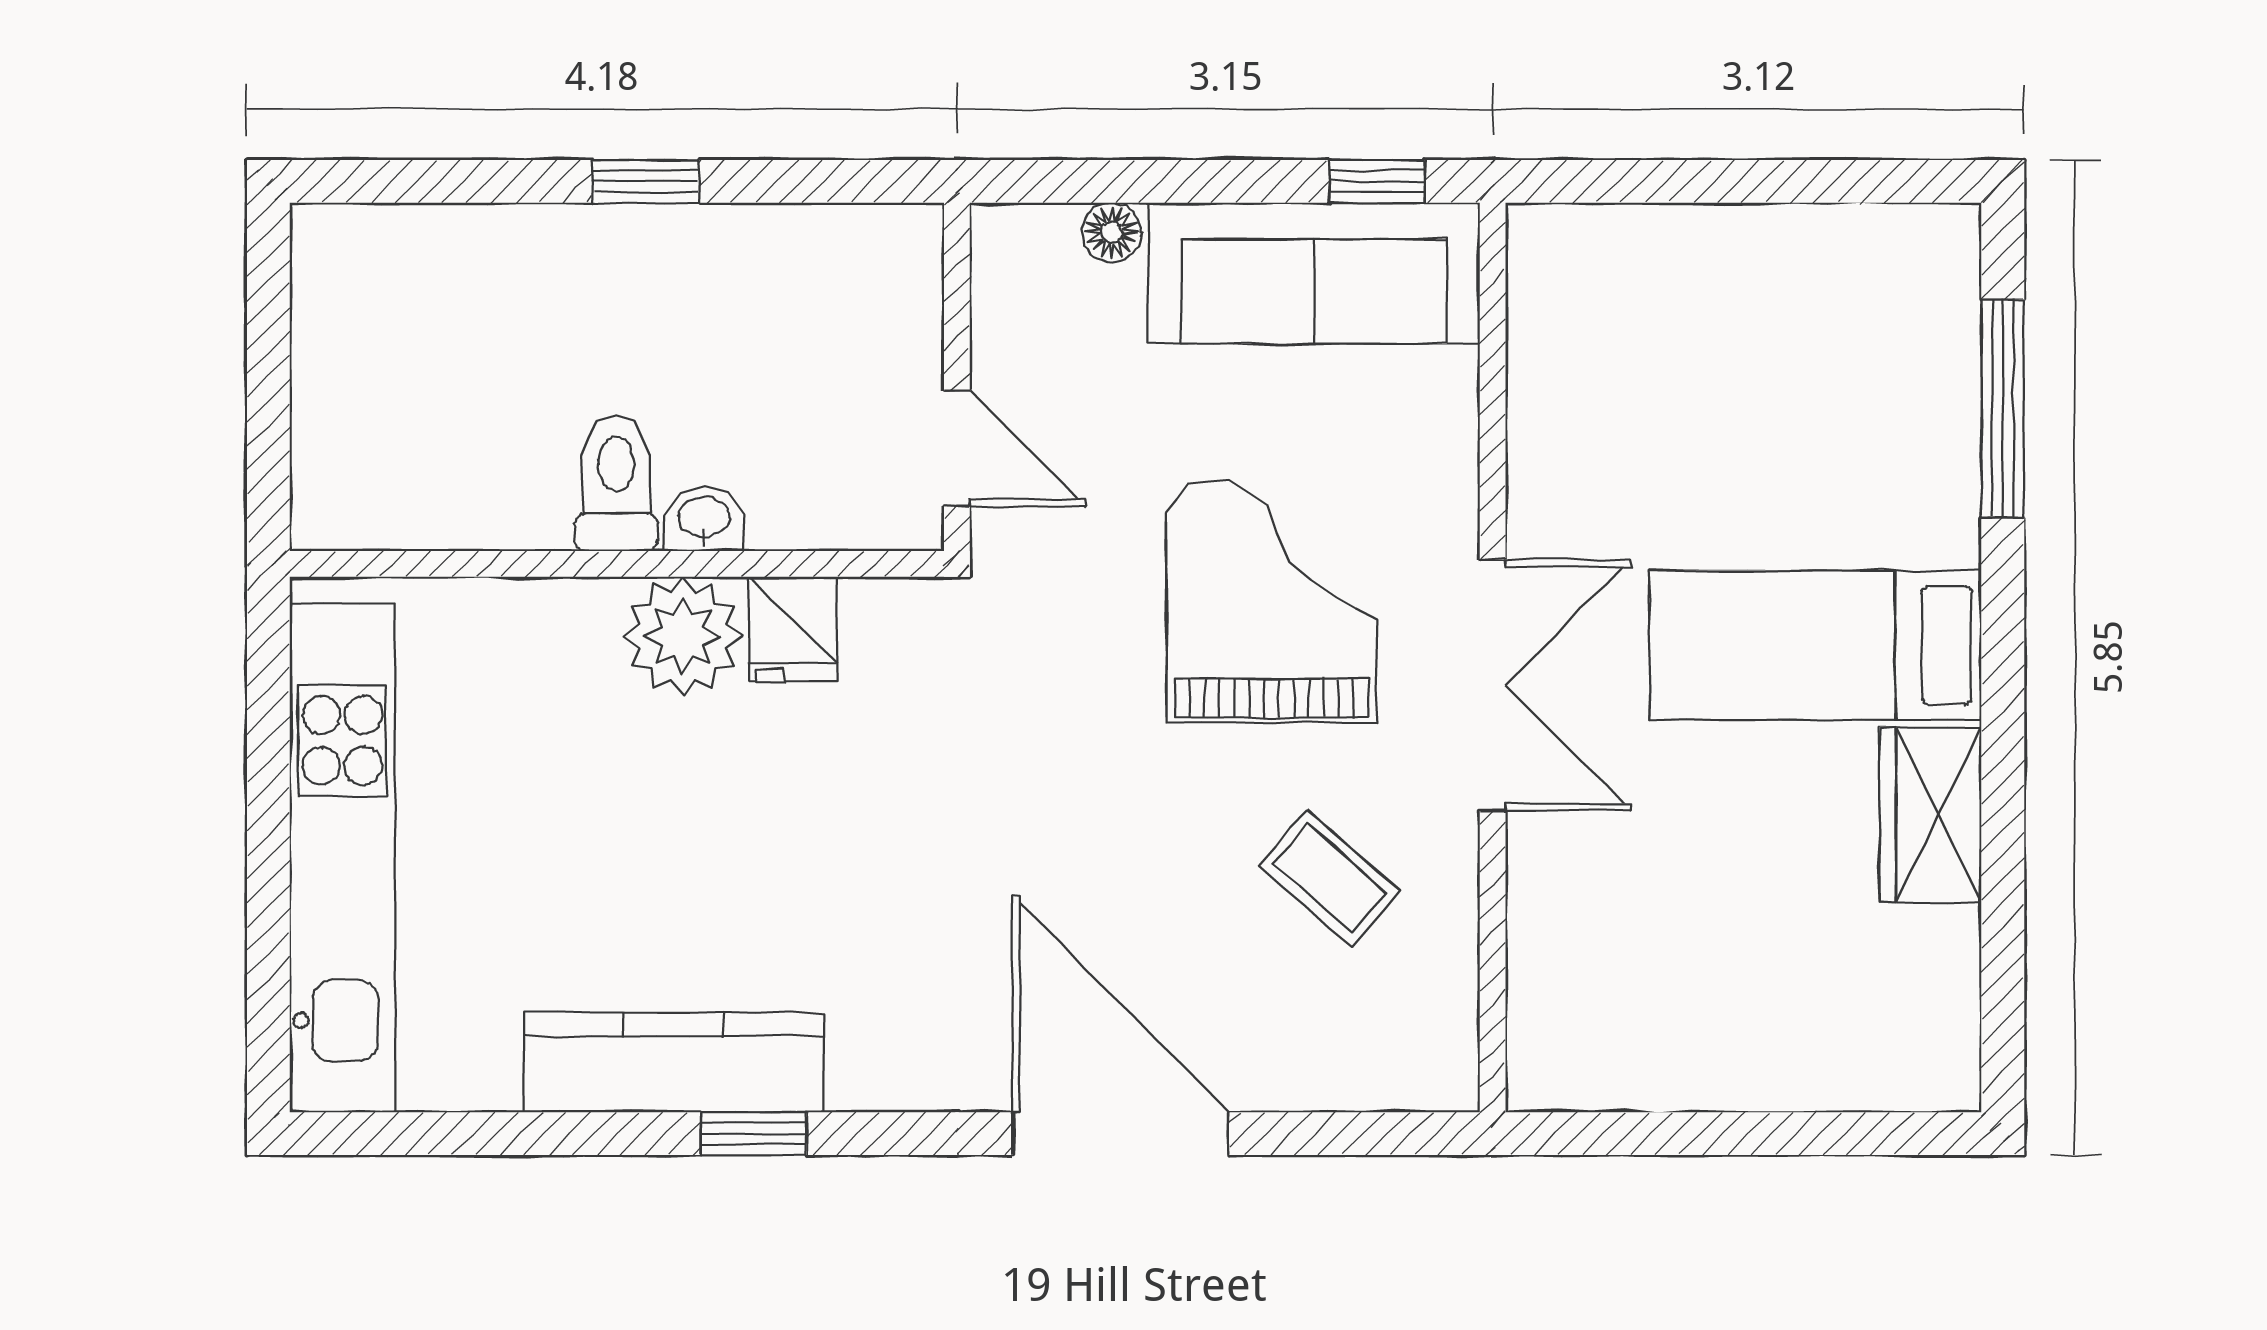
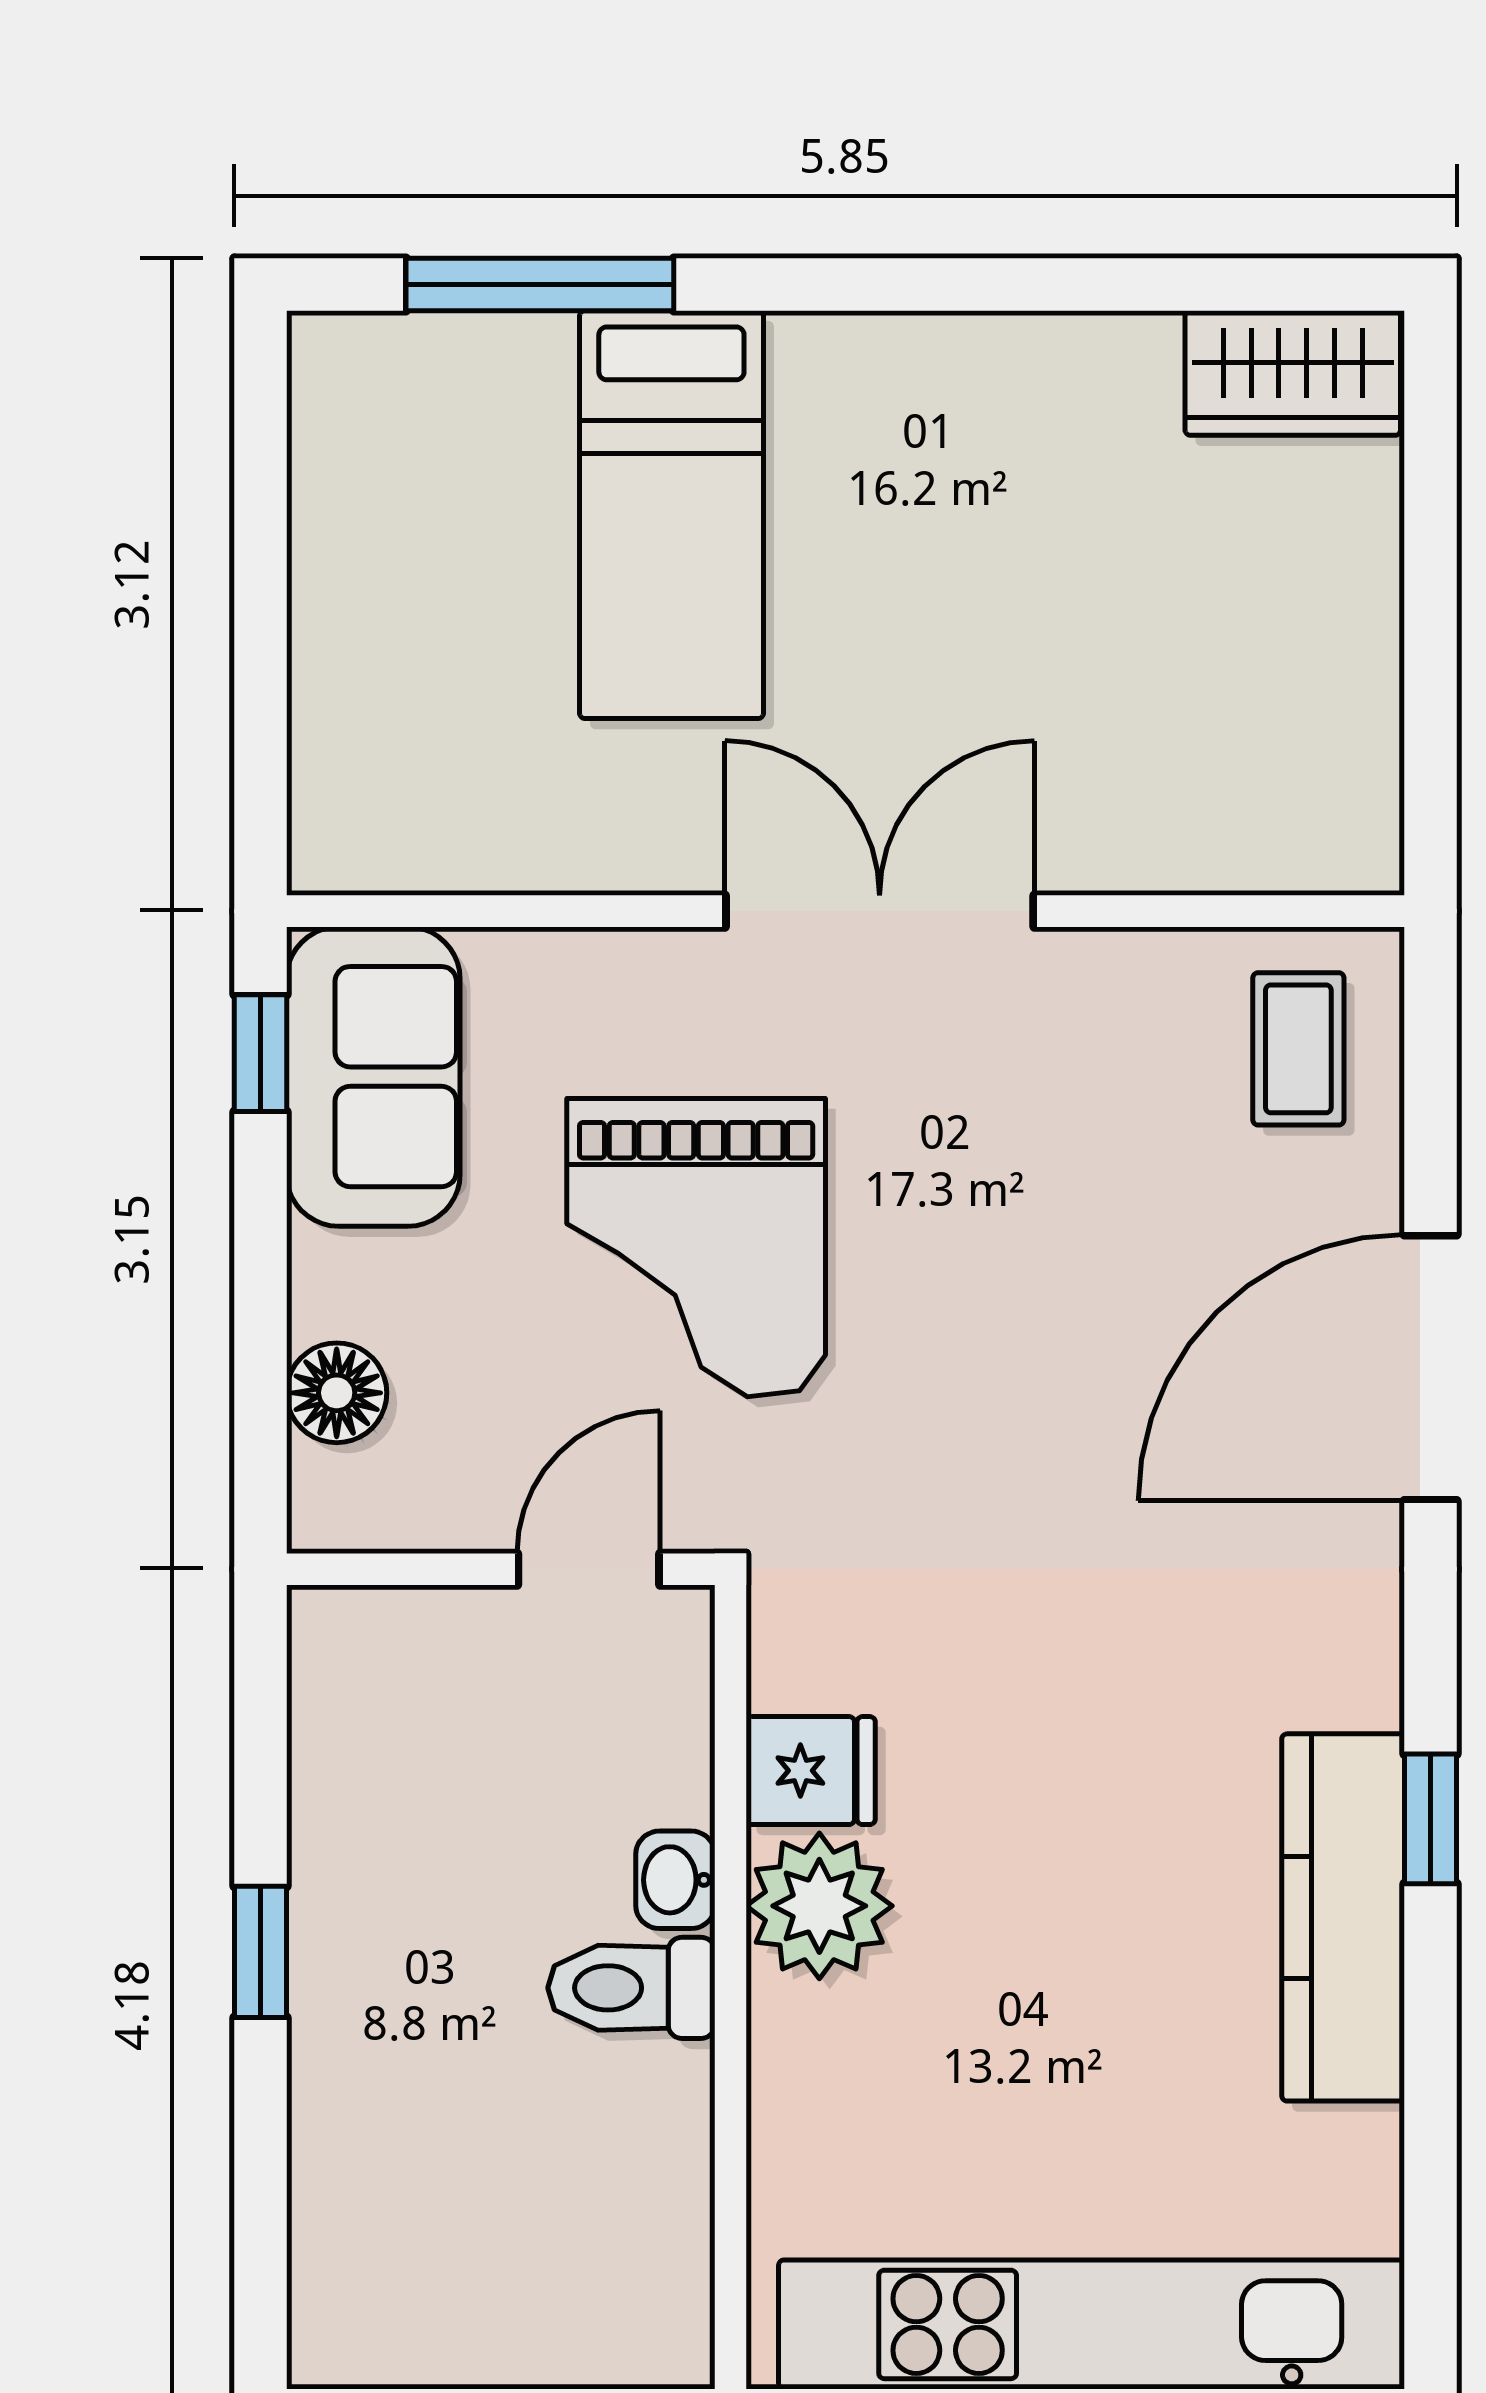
floor lamp: (1112, 232) -> (337, 1393), width x1.37, depth x1.37
sofa: (1314, 273) -> (373, 1077), width x0.73
grand piano: (1272, 601) -> (696, 1248), moved, turned -90
bed: (1815, 645) -> (671, 515), moved
wardrobe: (1931, 815) -> (1293, 373), moved
coffee table: (1330, 878) -> (1298, 1049), moved, turned -41

